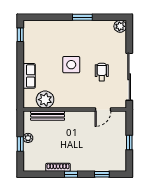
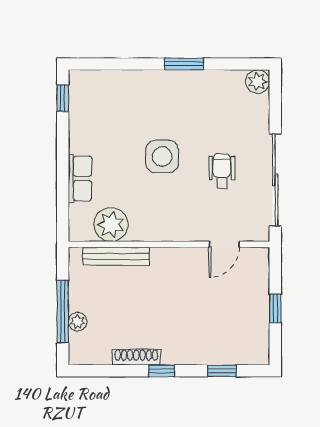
plant: (28, 138) -> (78, 322), moved
window: (20, 144) -> (63, 312), width x2.17

